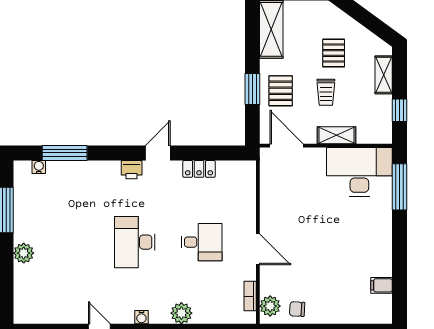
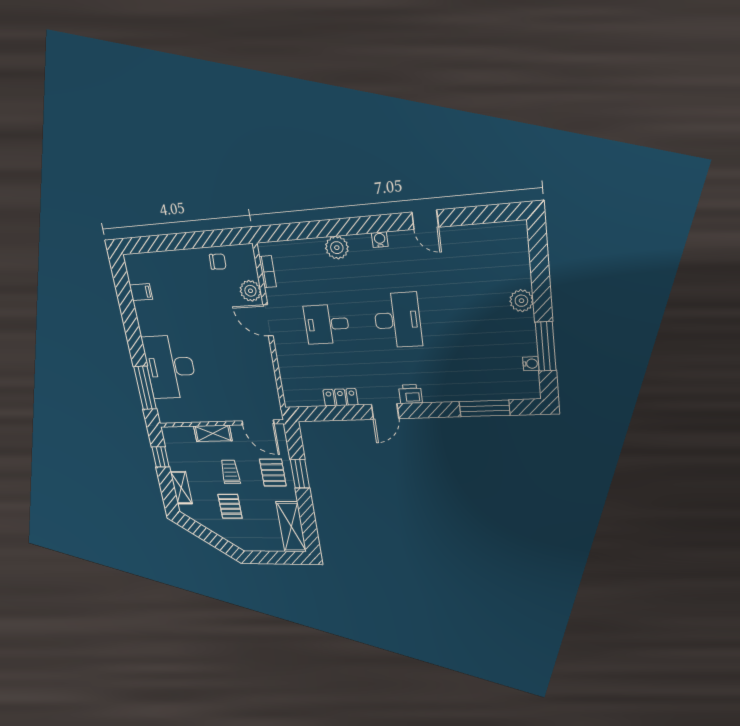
water cooler: (39, 167) -> (531, 364), moved, turned -90
desk: (359, 172) -> (170, 367), moved, turned 90
plant: (270, 306) -> (250, 291), moved

